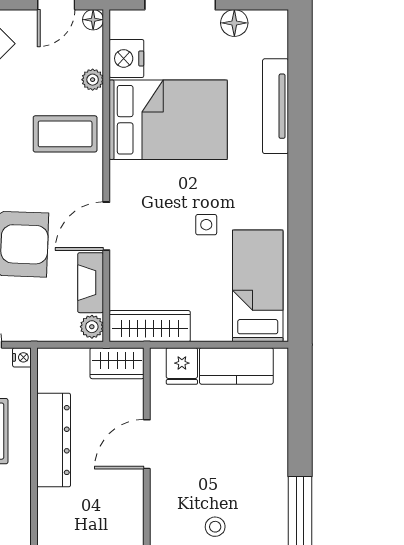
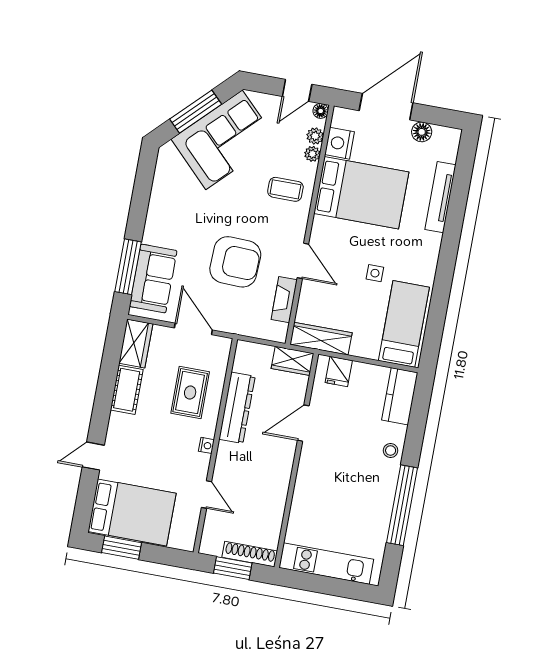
coffee table: (65, 134) -> (285, 189), width x0.73, depth x0.77
door: (106, 226) -> (303, 261), swing flipped
plant: (92, 327) -> (315, 136), moved
nightstand: (22, 357) -> (206, 445), moved
kitchen counter: (236, 366) -> (400, 396), moved, turned 90
stool: (215, 527) -> (391, 450), moved

